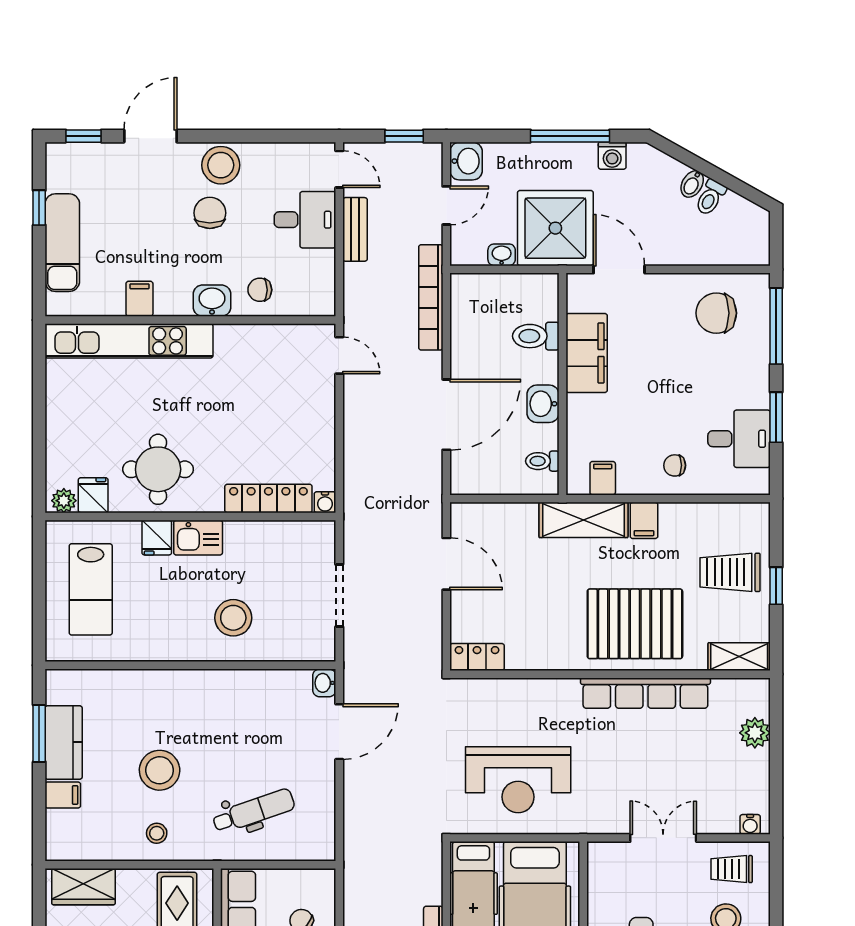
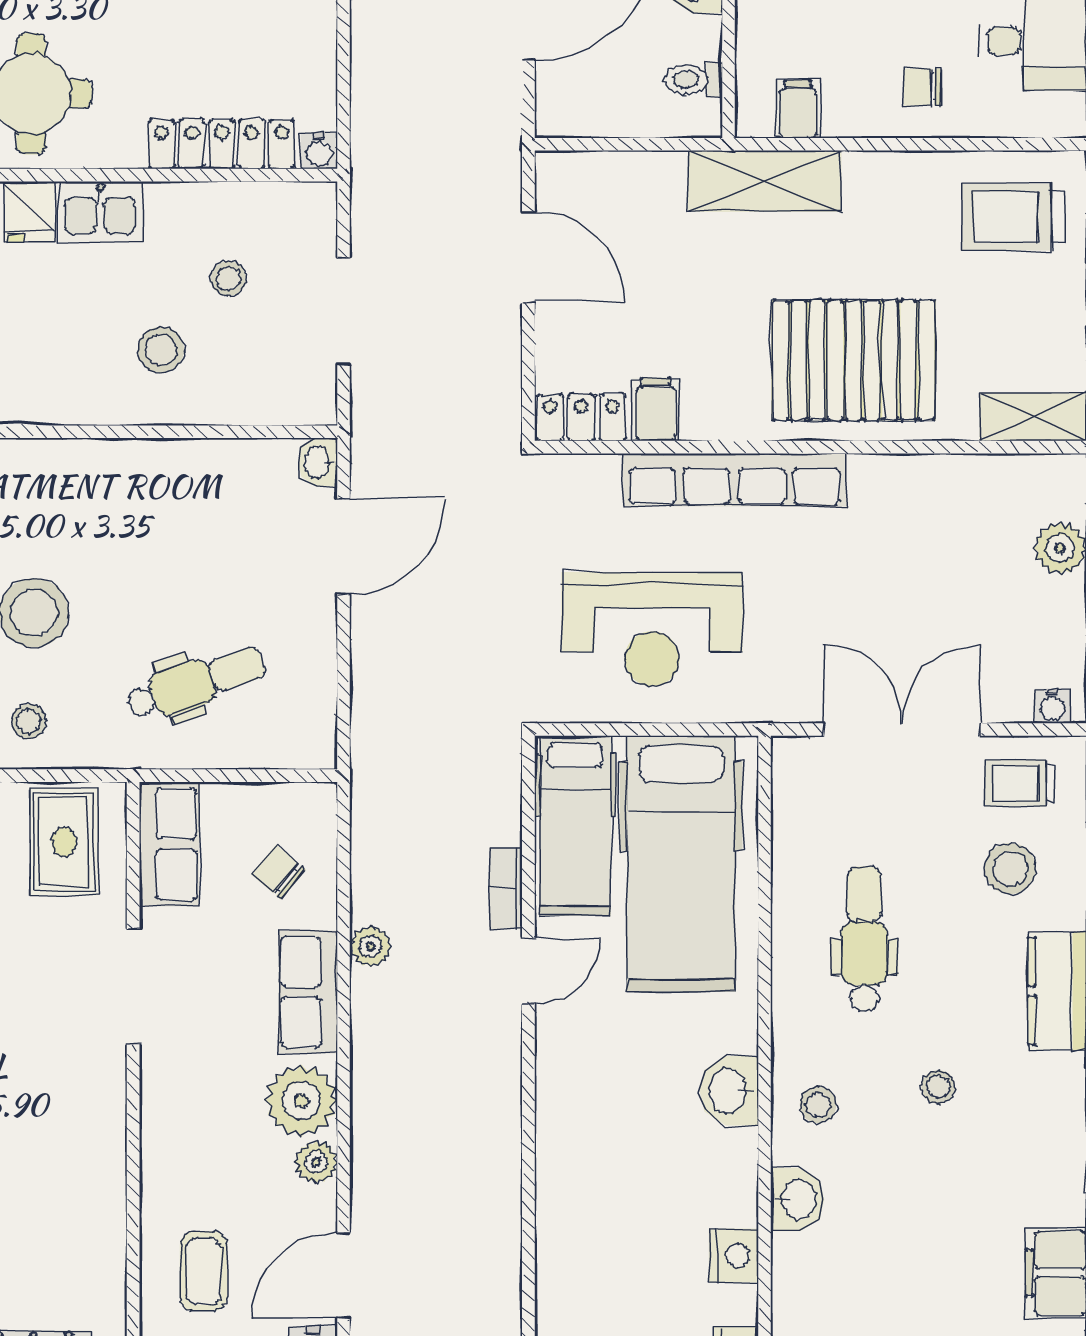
filing cabinet: (644, 520) -> (656, 409), moved, turned 180
trolley: (730, 572) -> (1013, 217), moved
stool: (272, 577) -> (228, 279), added
stool: (233, 618) -> (161, 350), width x0.73, depth x0.73
row of seats: (645, 693) -> (735, 480), moved
double door: (663, 838) -> (902, 729), width x1.37

